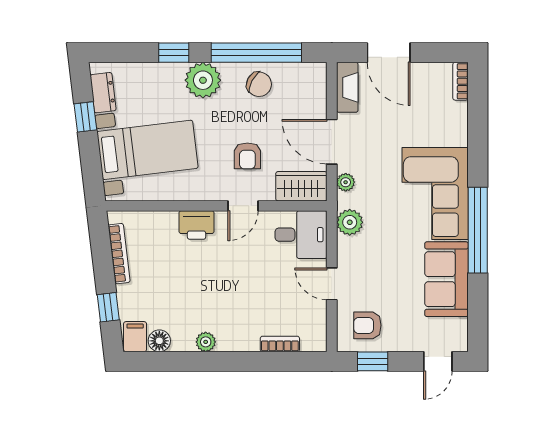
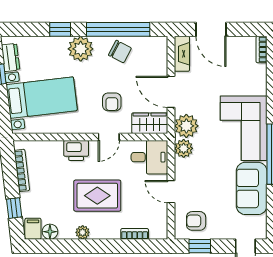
plant: (346, 182) -> (186, 126), width x1.87, depth x1.87
rug: (227, 289) -> (97, 196), added

